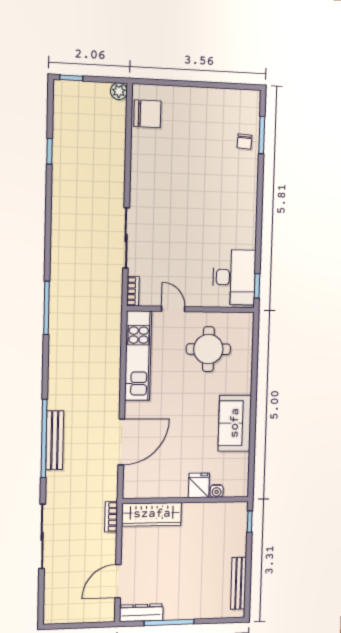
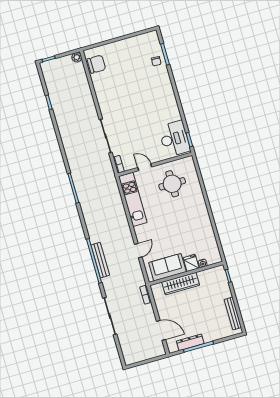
sofa: (235, 423) -> (167, 267), moved, turned 90
door: (121, 442) -> (138, 251), width x0.53
wardrobe: (152, 514) -> (181, 284), moved
door: (118, 581) -> (161, 330), swing flipped
dresser: (141, 613) -> (190, 342), moved

